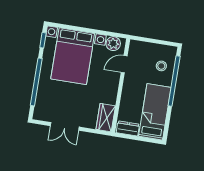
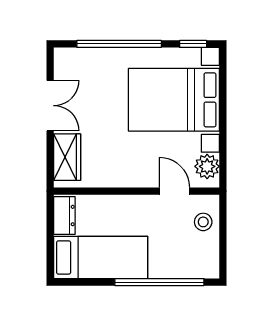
stool: (161, 66) -> (203, 222), moved
wardrobe: (106, 118) -> (67, 157), moved, turned 90
double door: (65, 126) -> (50, 106), swing flipped

